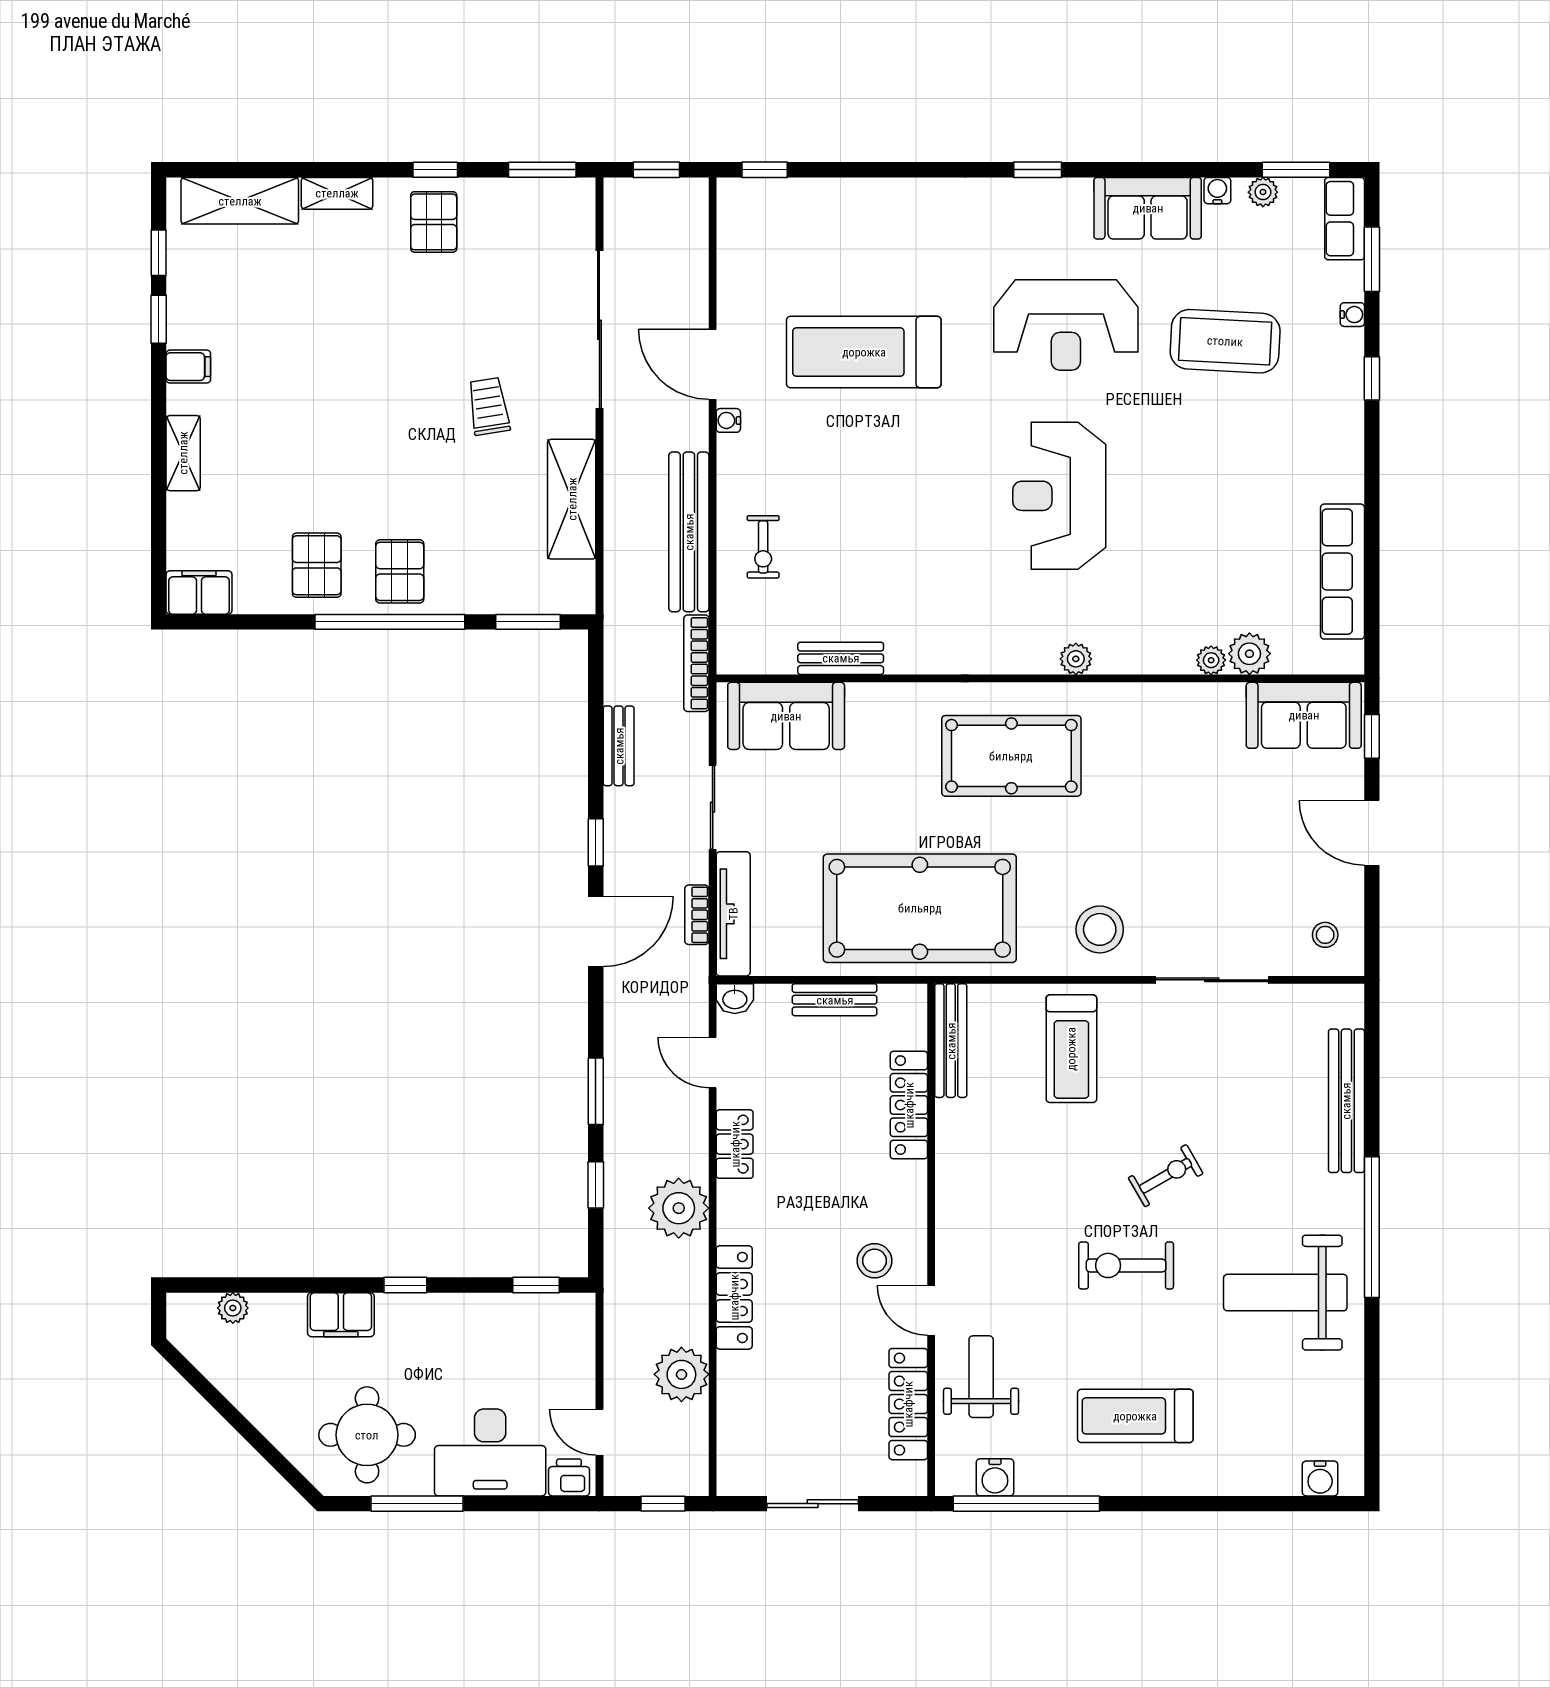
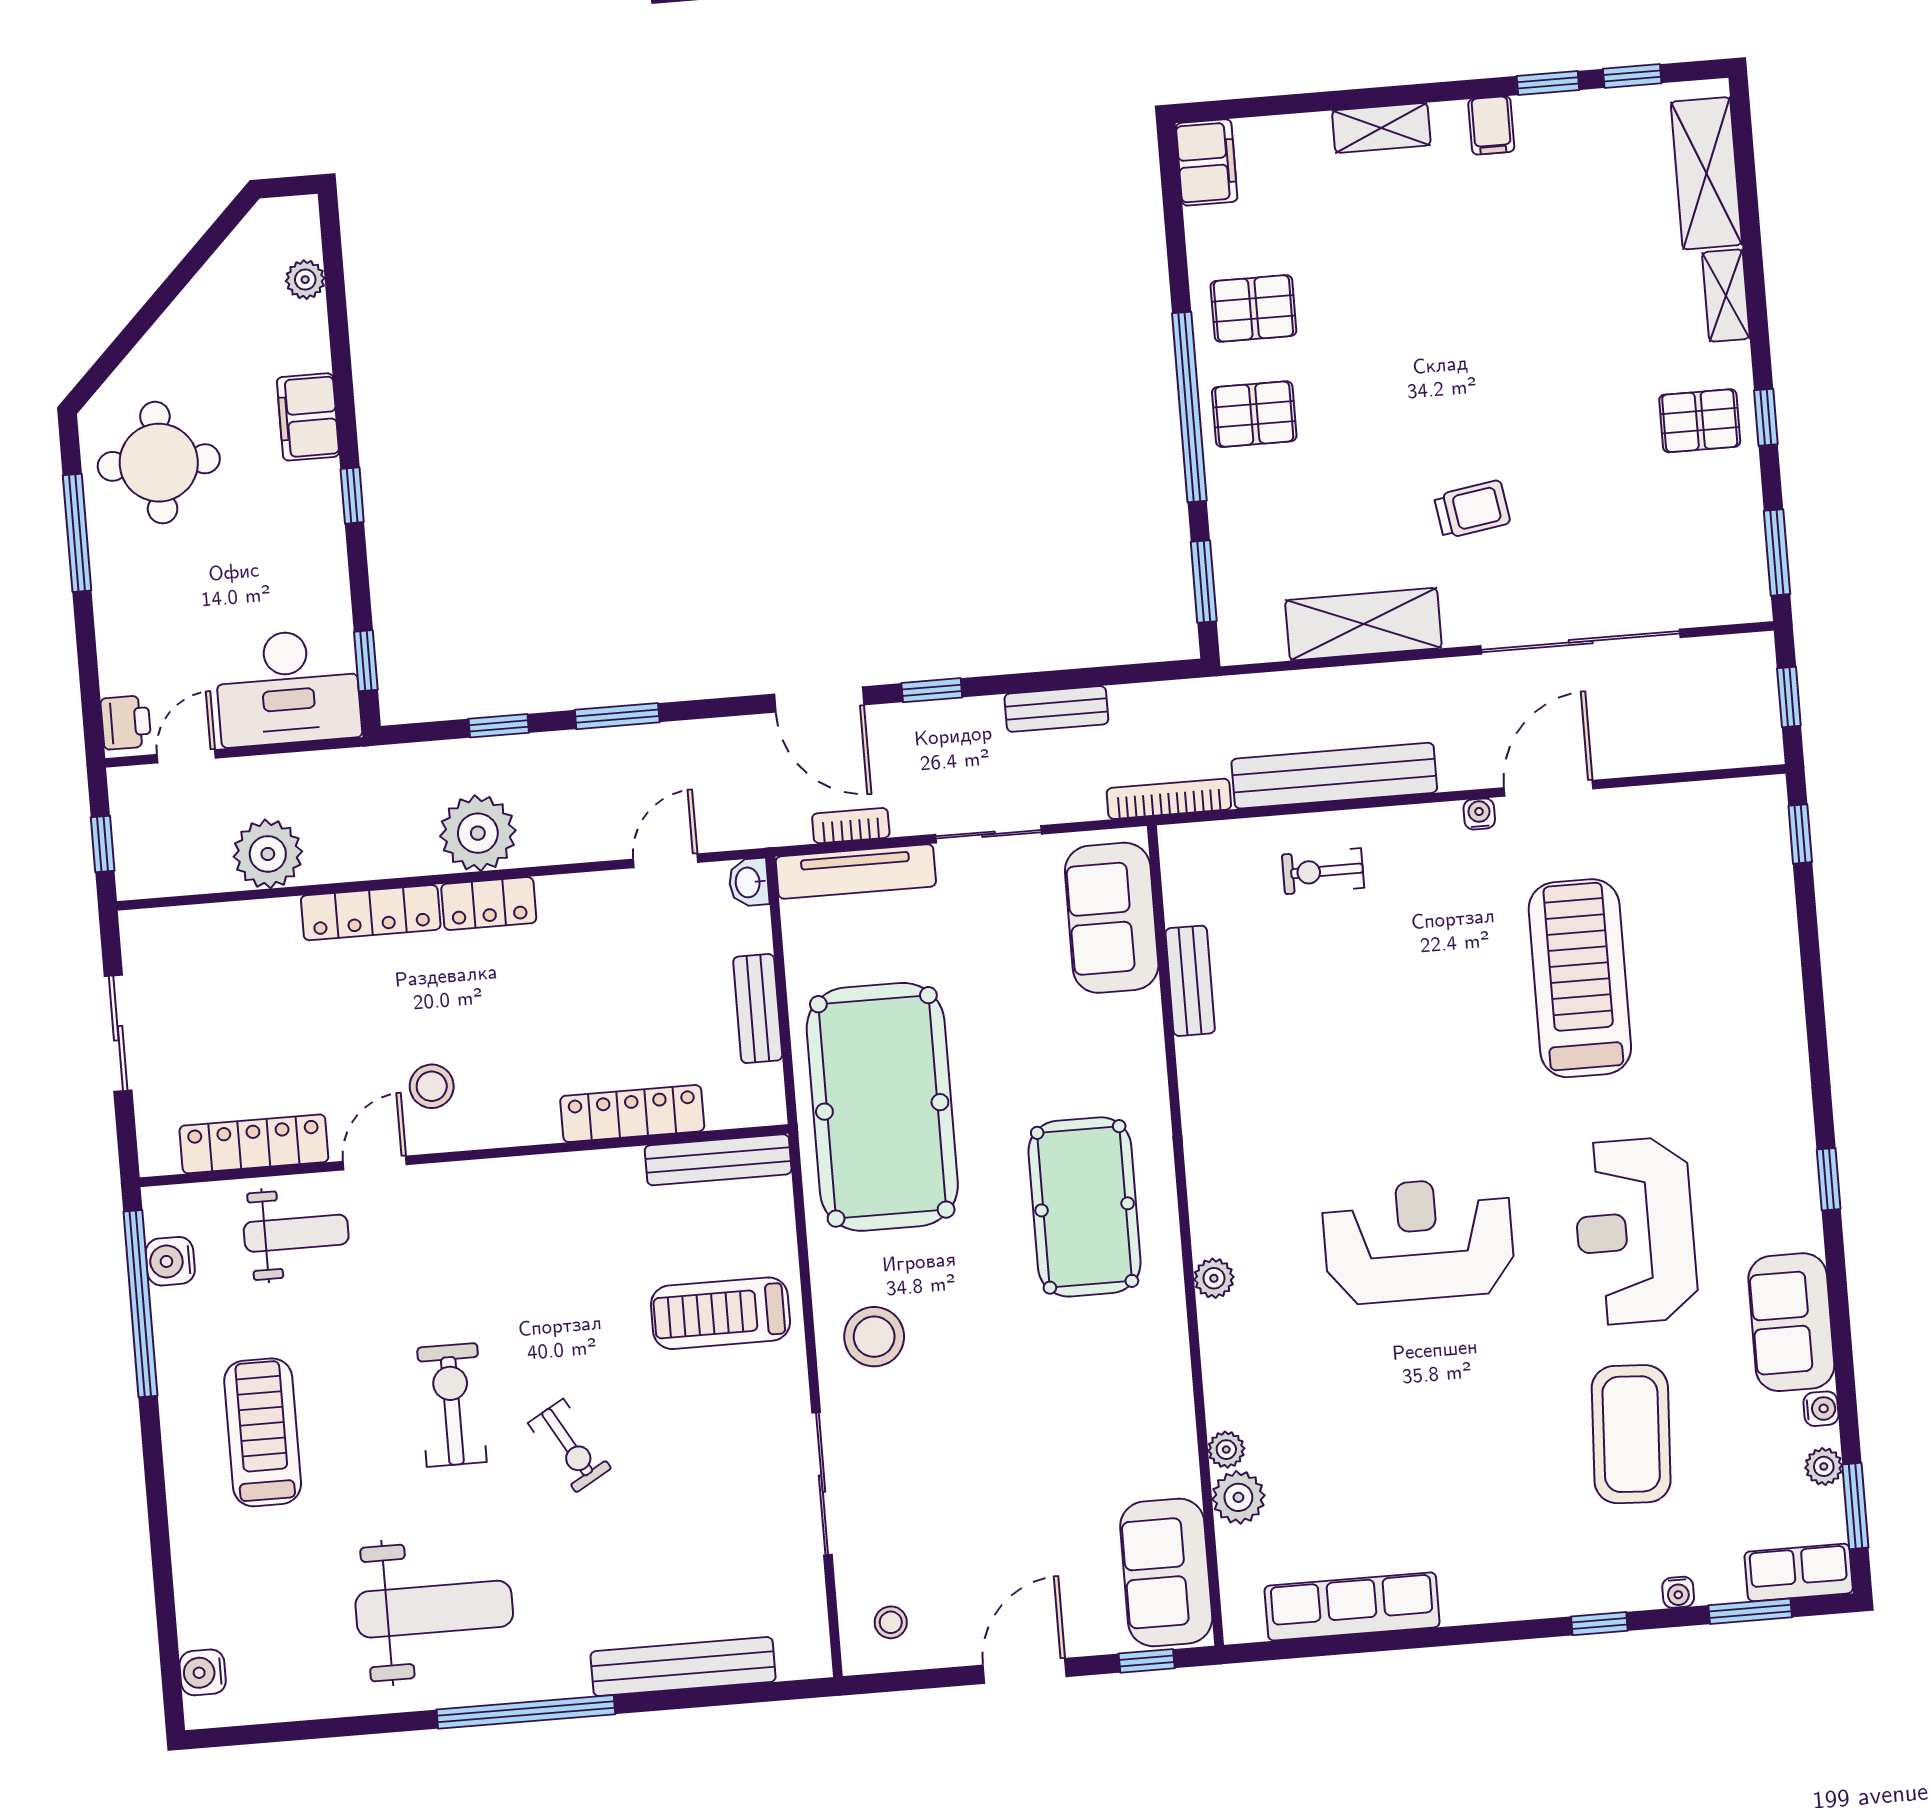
locker: (735, 1144) -> (489, 903), moved
weight bench: (1285, 1293) -> (434, 1609), turned 90
desk: (490, 1452) -> (288, 688), moved, turned -90

